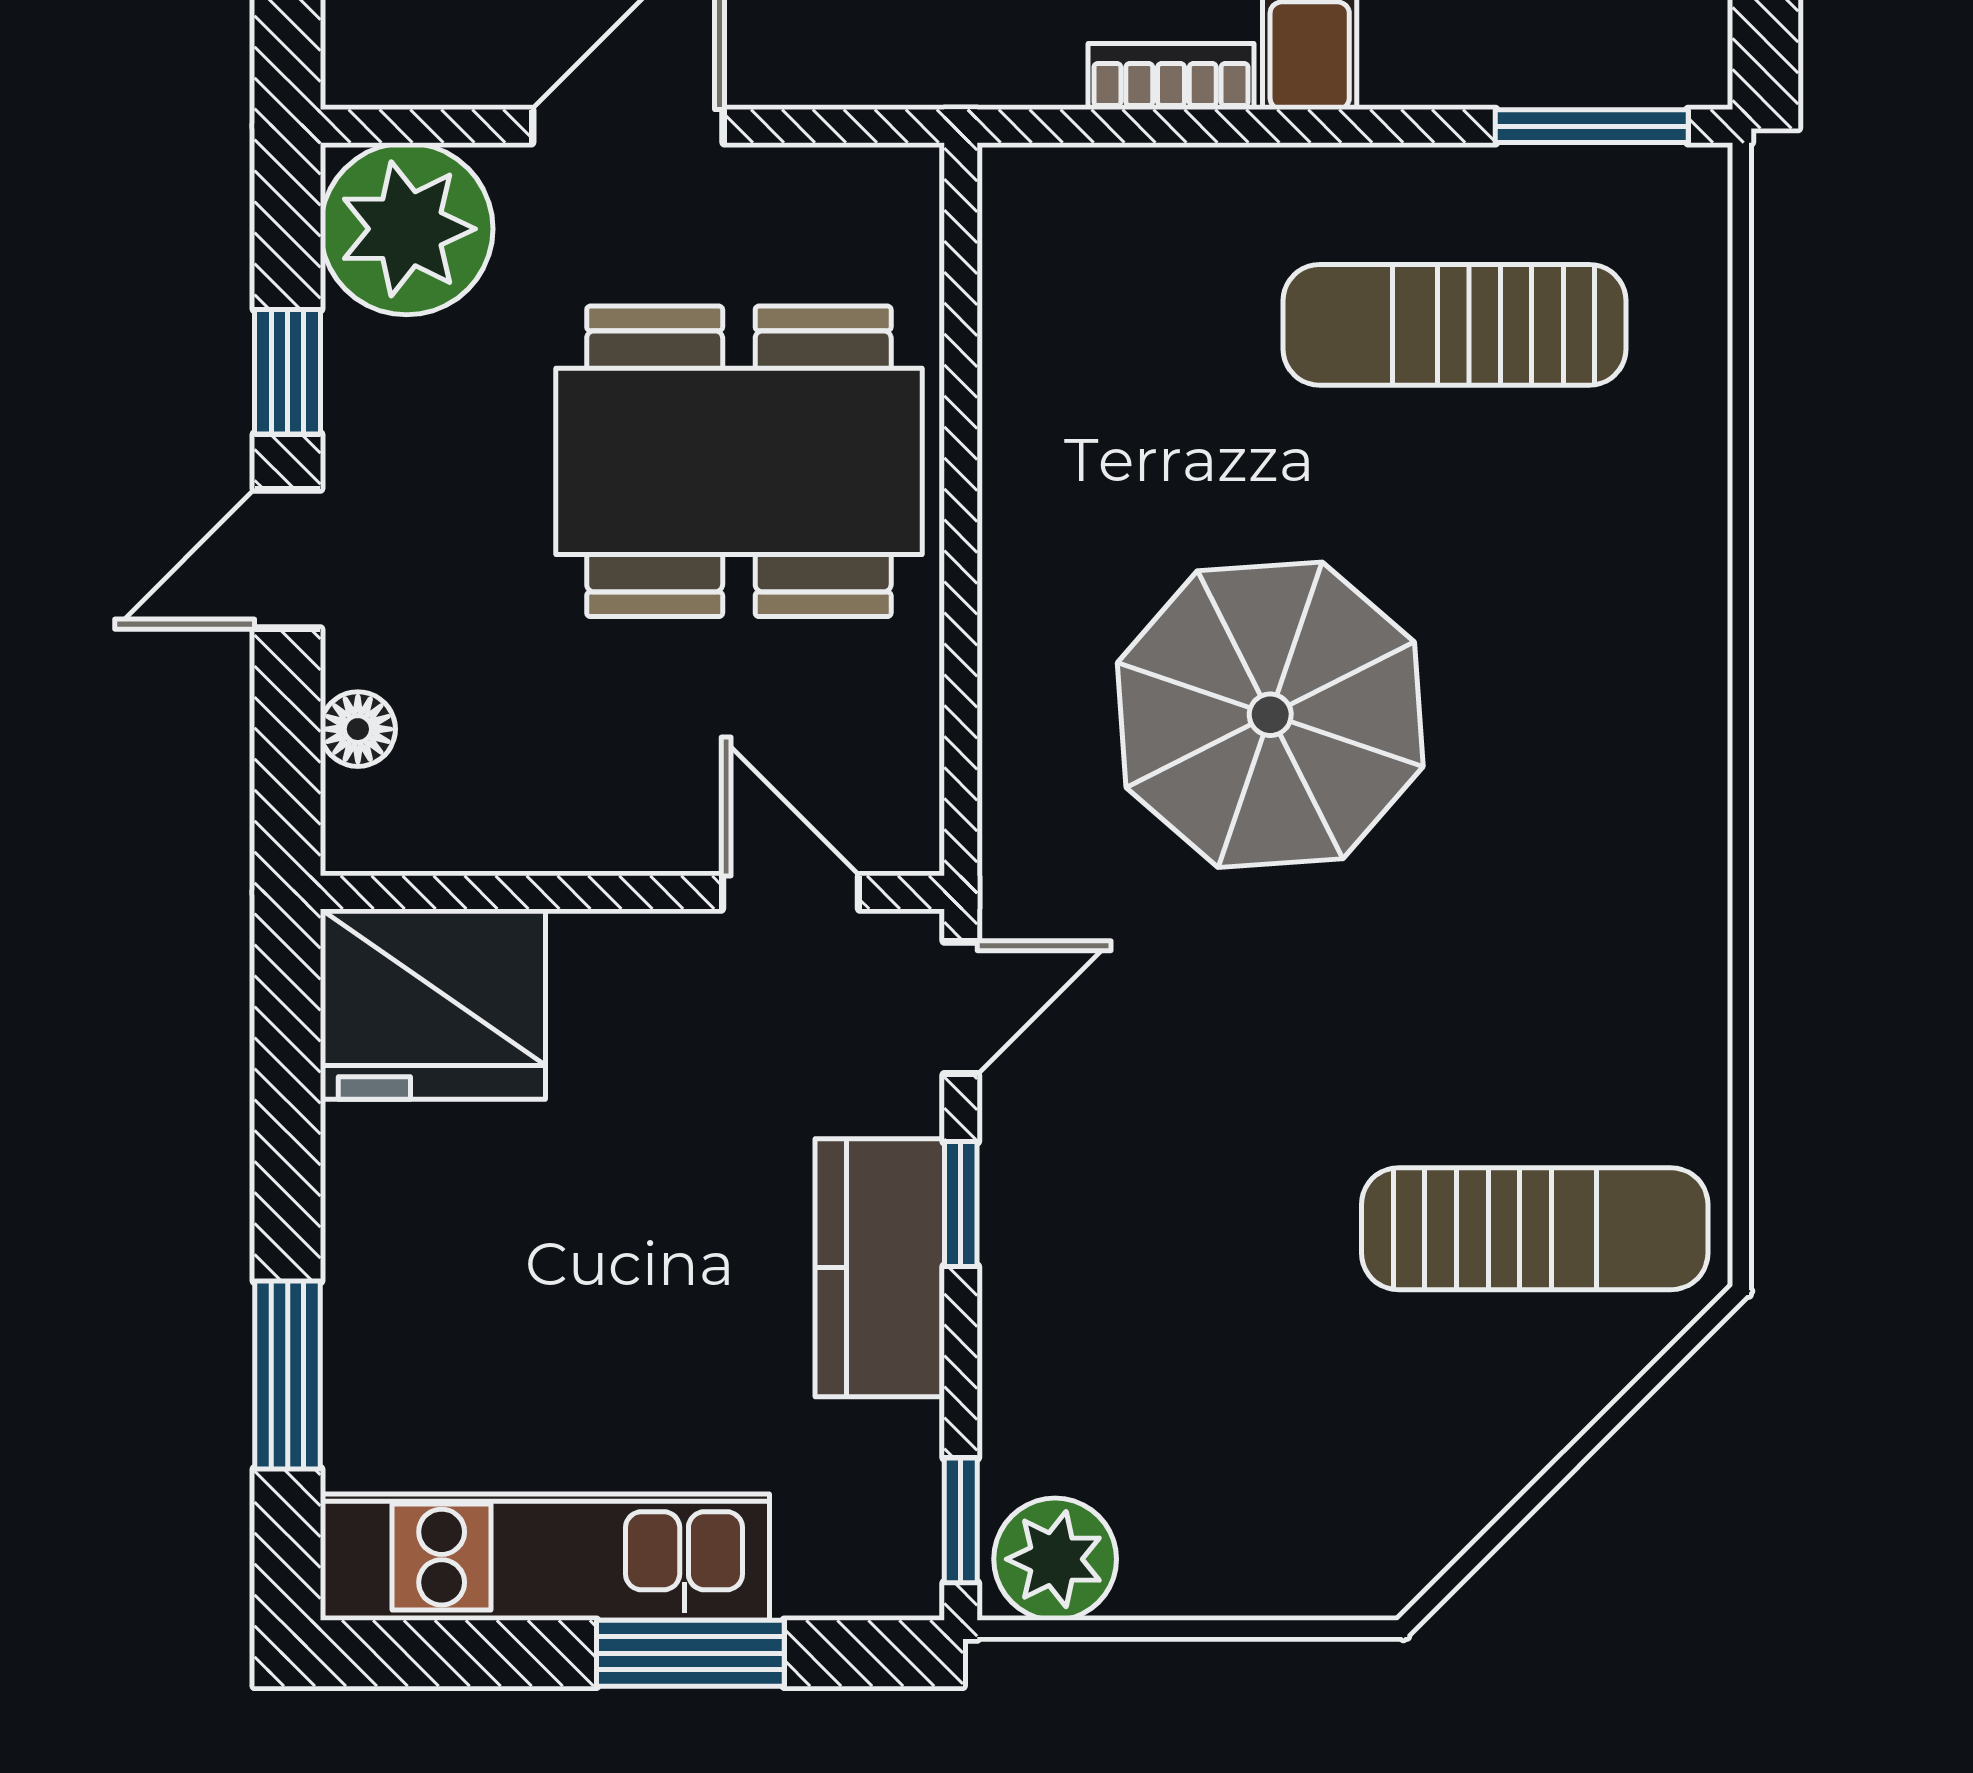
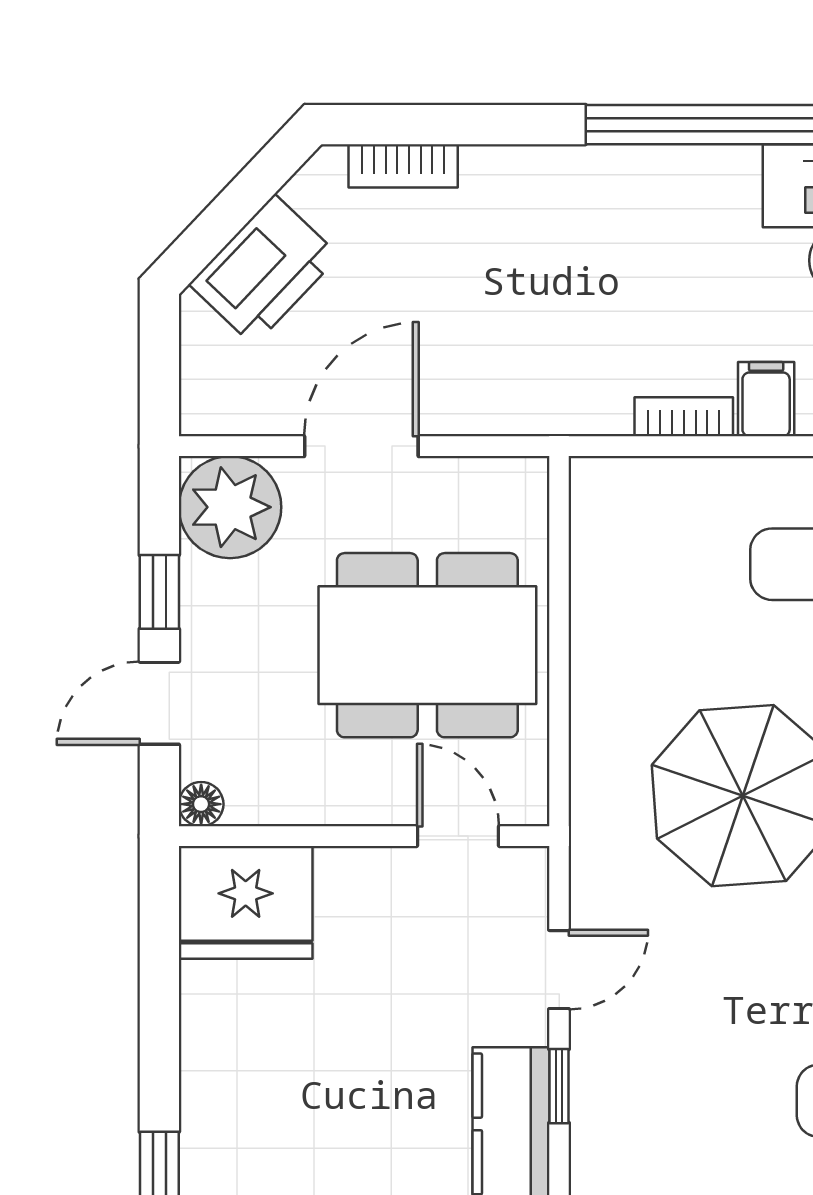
wall: (632, 892) -> (364, 836), moved
door: (791, 892) -> (458, 836), moved
fridge: (433, 1004) -> (246, 902), moved

